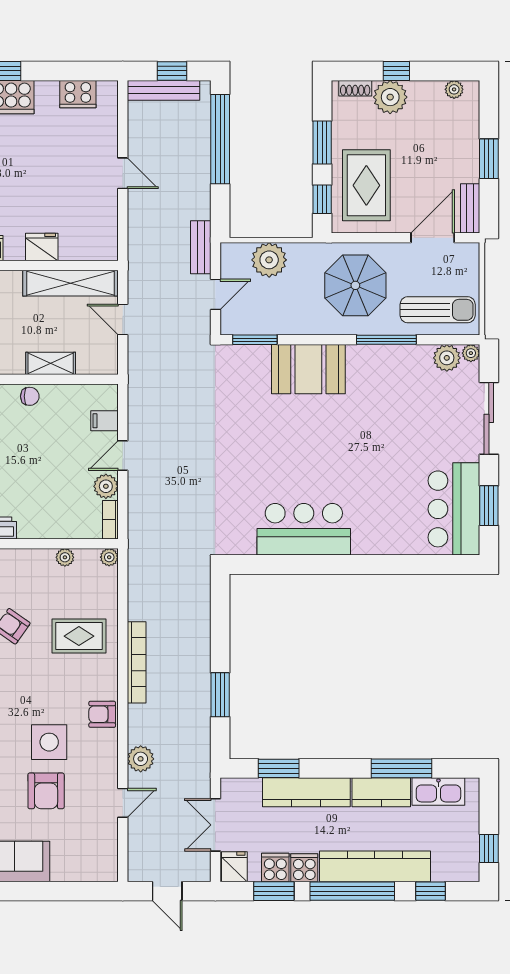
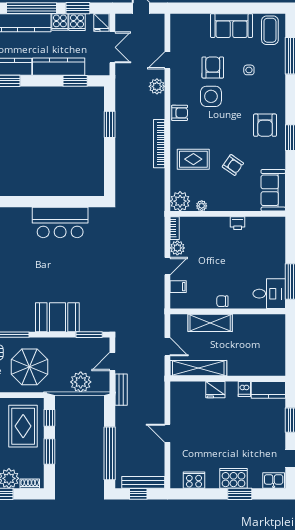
shelving: (51, 363) -> (210, 323), width x1.50, depth x1.33
plant: (109, 557) -> (180, 201), width x1.88, depth x1.88

